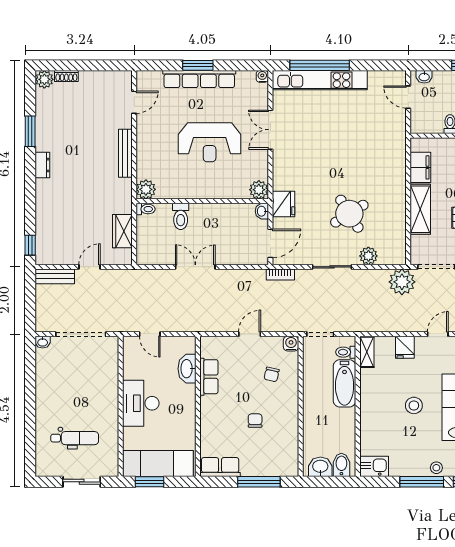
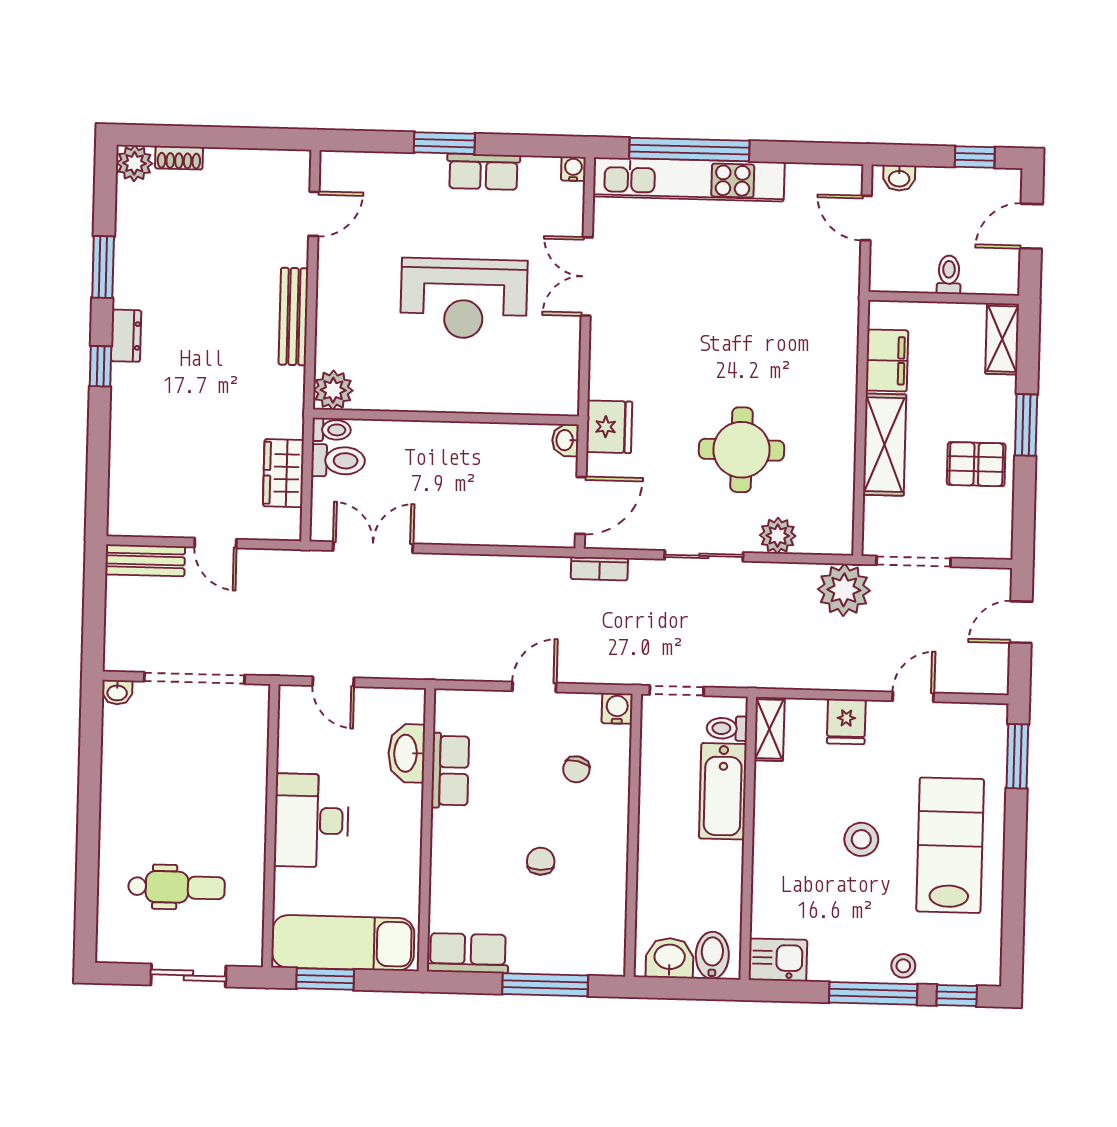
row of seats: (199, 79) -> (483, 172), width x0.50
plant: (259, 190) -> (560, 397), removed
round table: (349, 214) -> (741, 450), turned 32
toilet: (181, 216) -> (338, 461), moved, turned -90
window: (30, 245) -> (100, 366), moved
door: (89, 267) -> (215, 543), swing flipped
double door: (195, 267) -> (373, 547), moved

